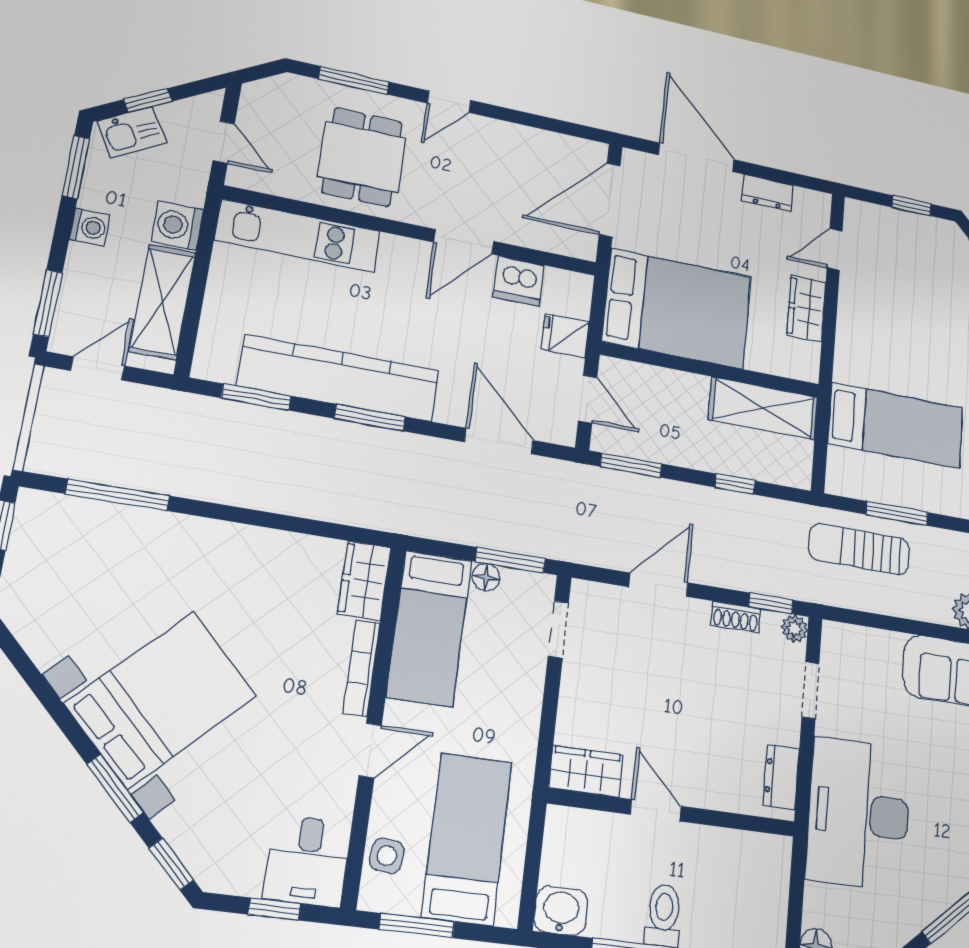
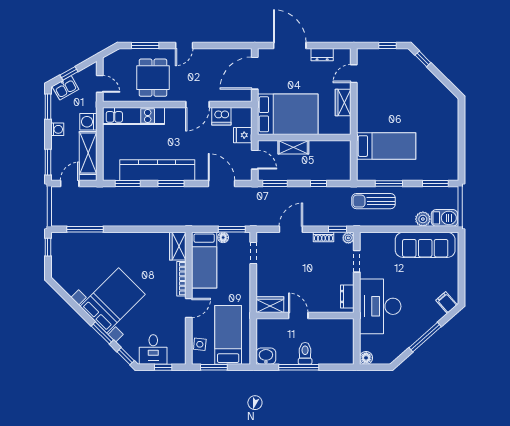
shelving: (763, 408) -> (293, 147), moved, width x0.67, depth x0.75
desk: (308, 861) -> (153, 349), moved

